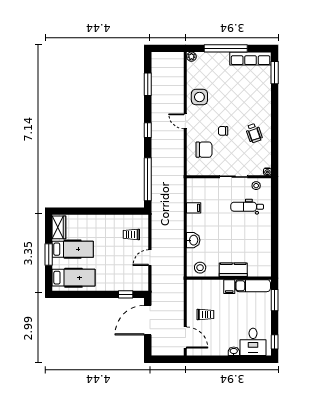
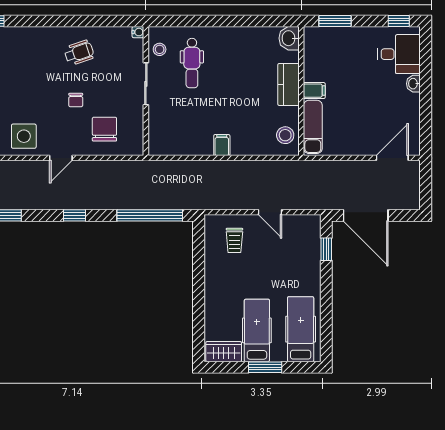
filing cabinet: (194, 208) -> (222, 145), moved
washbasin: (193, 240) -> (289, 38), moved, turned -90
exam couch: (253, 286) -> (313, 127), moved
trolley: (205, 315) -> (357, 127), removed

